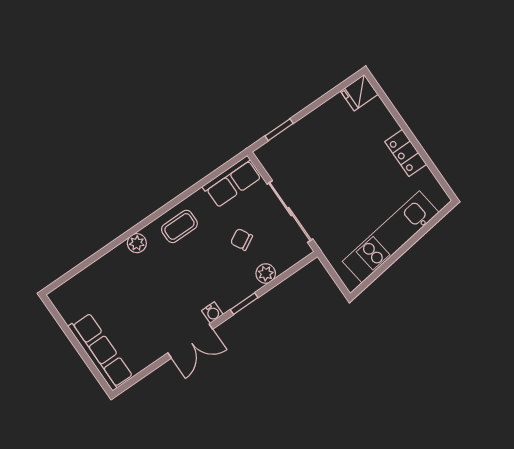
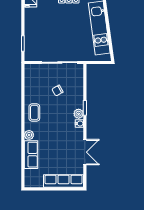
row of seats: (232, 182) -> (31, 155), moved
plant: (266, 274) -> (79, 114), moved
double door: (190, 341) -> (85, 152), moved

